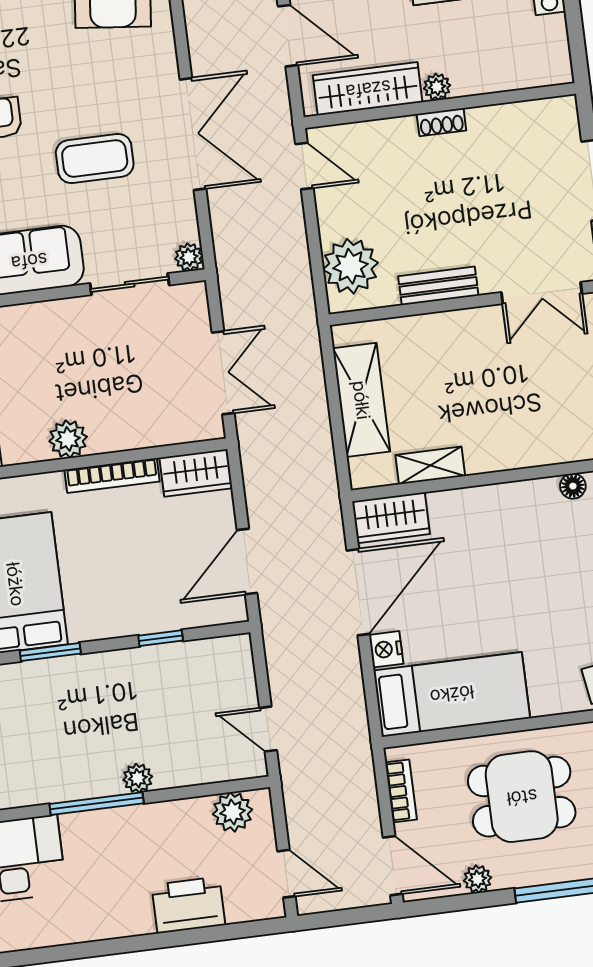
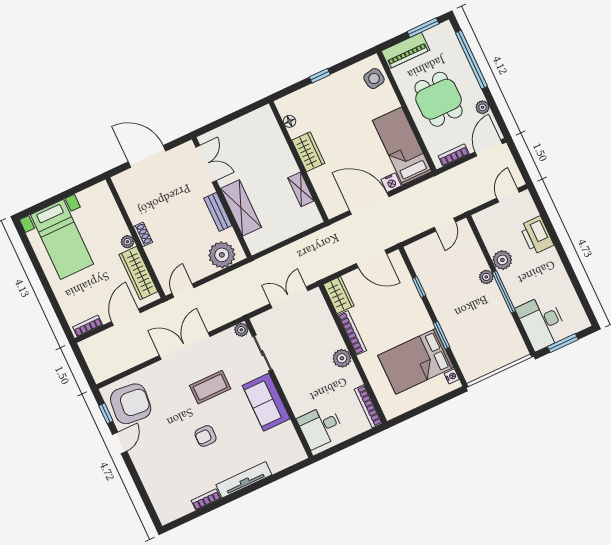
coffee table: (95, 158) -> (210, 387), turned 90
shelving: (361, 400) -> (241, 208), moved, turned 90
wardrobe: (391, 518) -> (308, 152), moved
plant: (232, 812) -> (502, 260), moved

